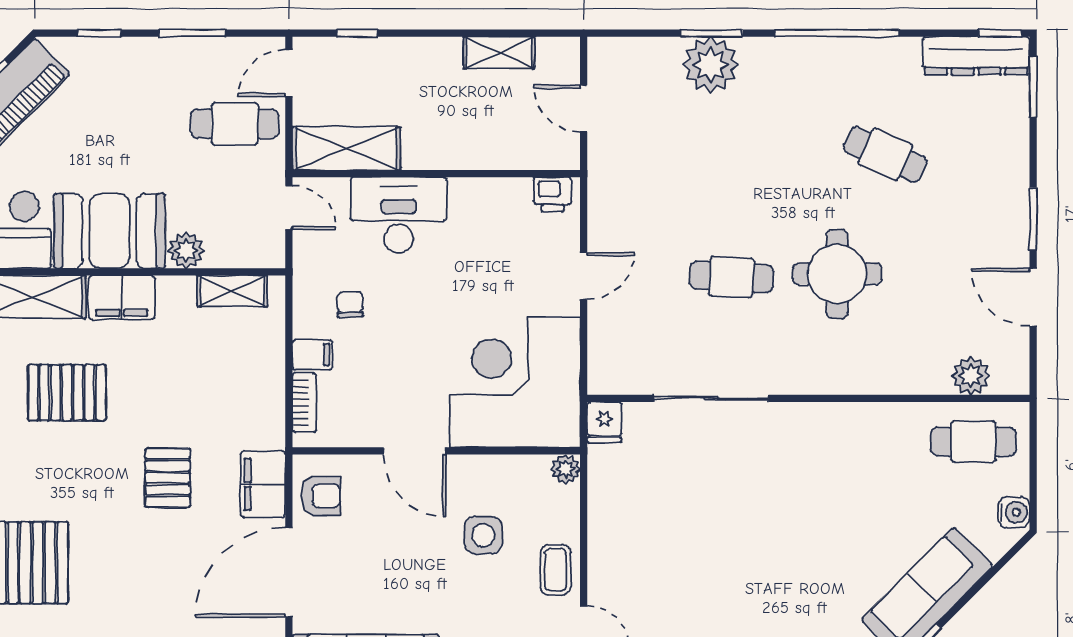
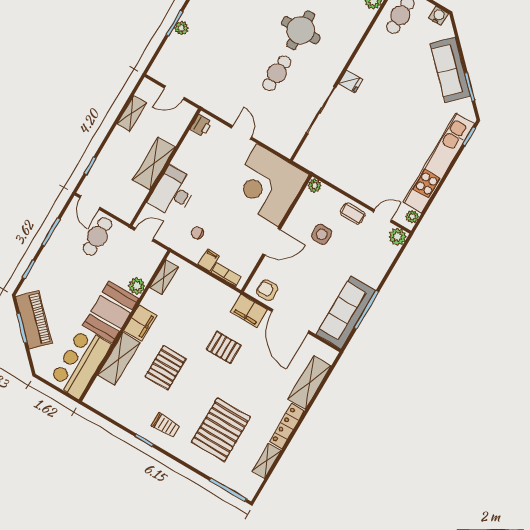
plant: (711, 65) -> (181, 28), width x0.53, depth x0.53
shelving: (346, 148) -> (154, 164), moved
fridge: (604, 422) -> (351, 82), moved
armchair: (321, 496) -> (267, 290), turned -90

